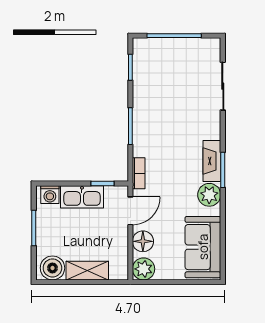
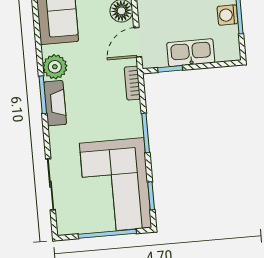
corner sofa: (162, 80) -> (116, 185), added
washing machine: (50, 195) -> (227, 15), moved, turned -90

